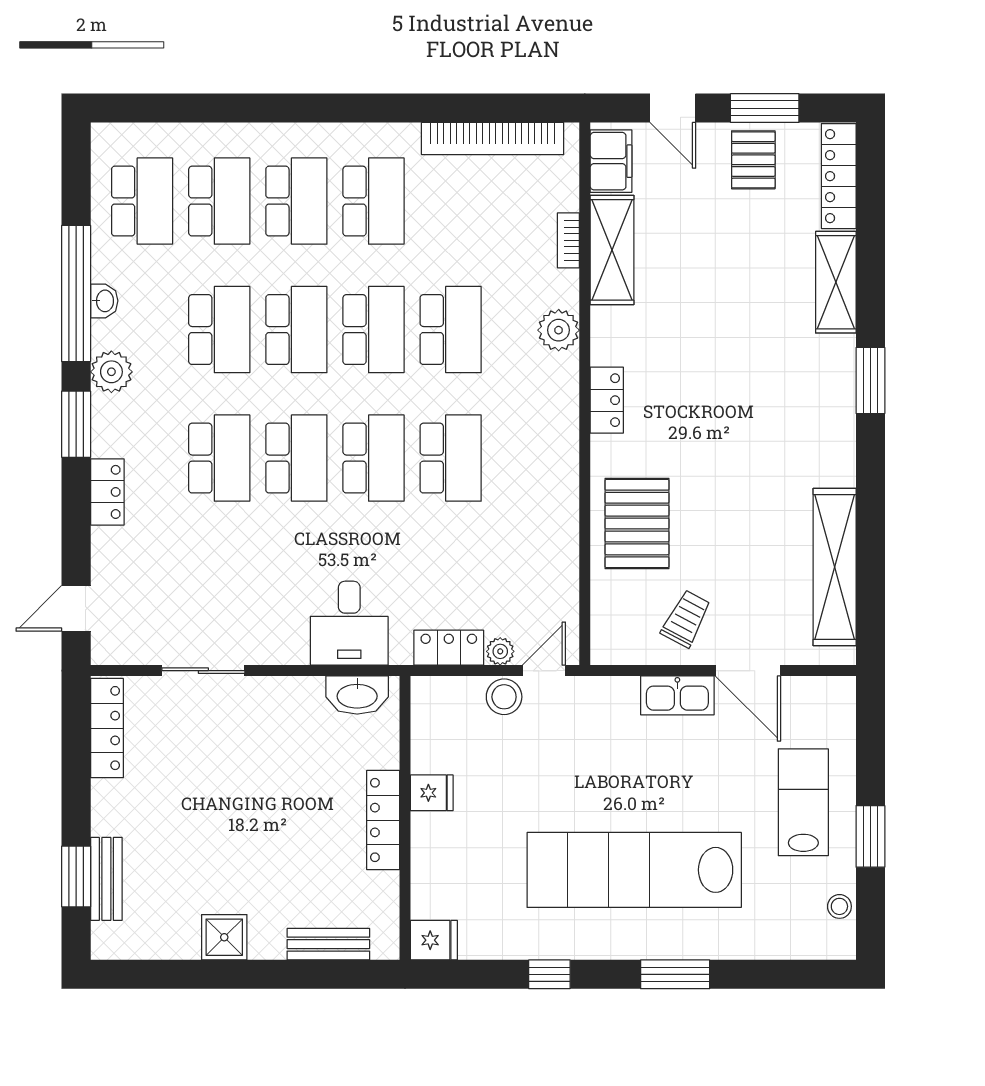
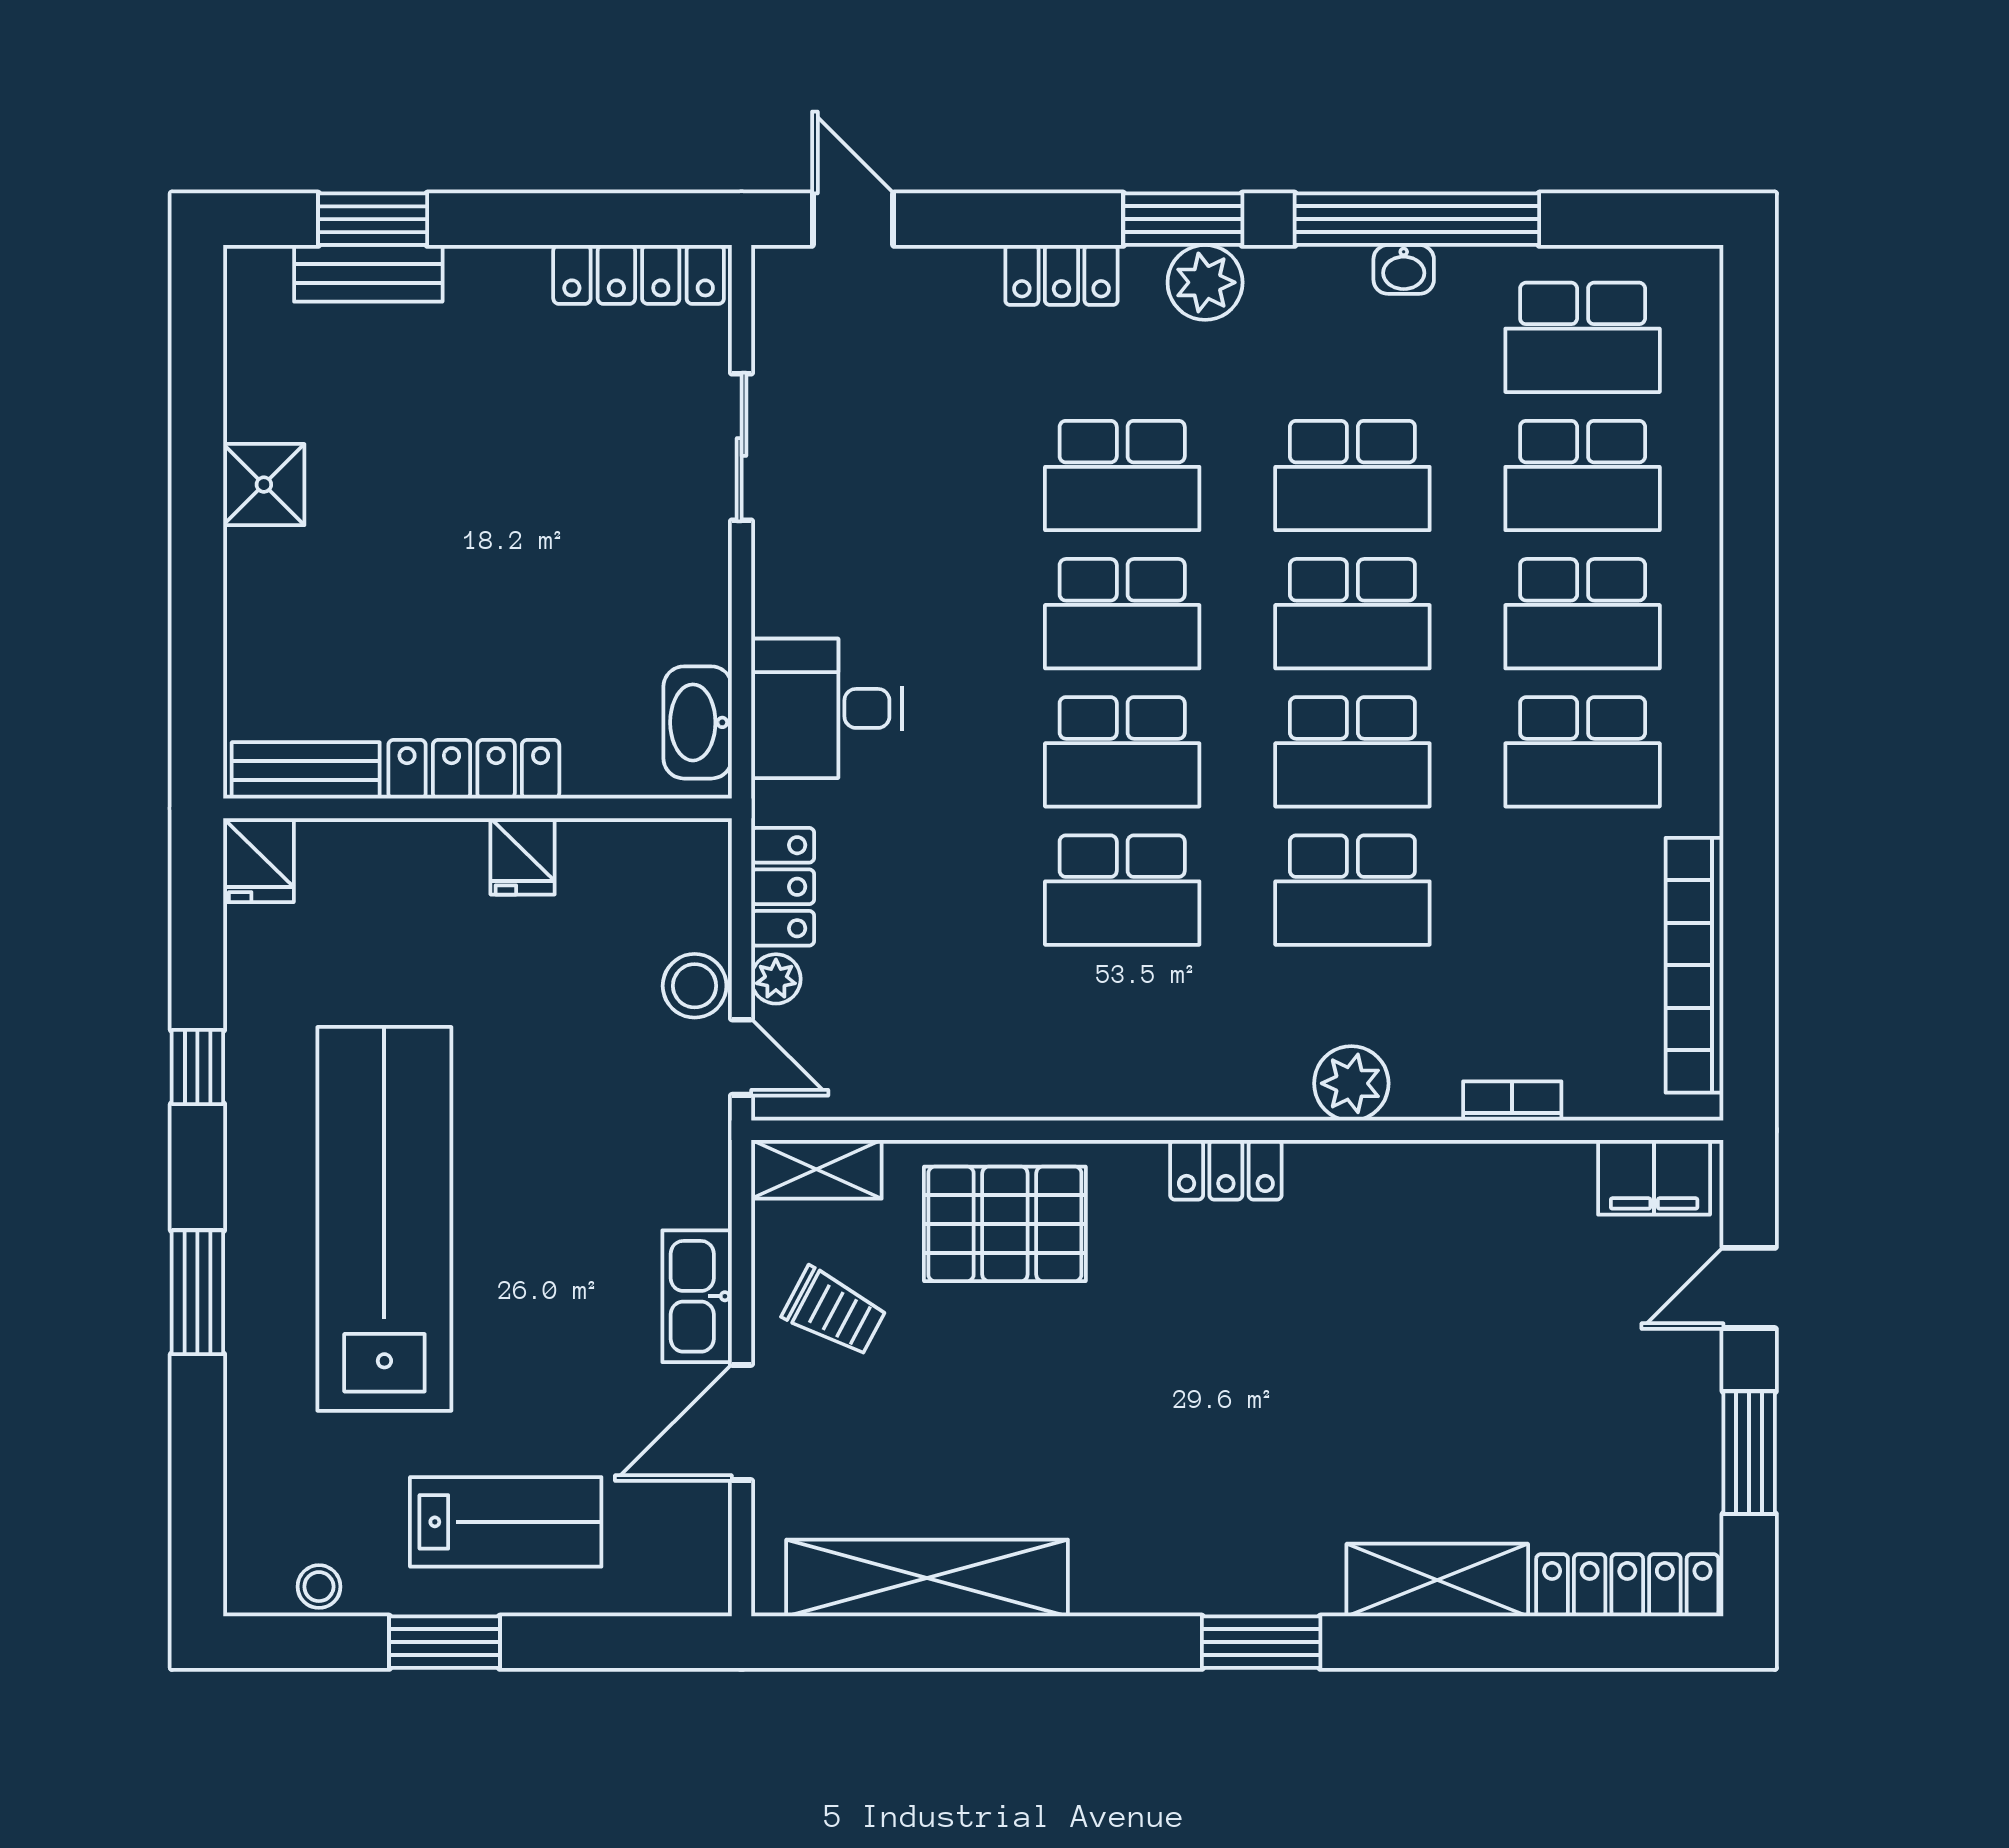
pallet: (753, 160) -> (1656, 1432), removed
shelving: (612, 250) -> (816, 1169), moved, width x0.67, depth x0.75
plant: (111, 372) -> (1205, 282), moved
bench: (328, 944) -> (306, 770), moved, turned 90

